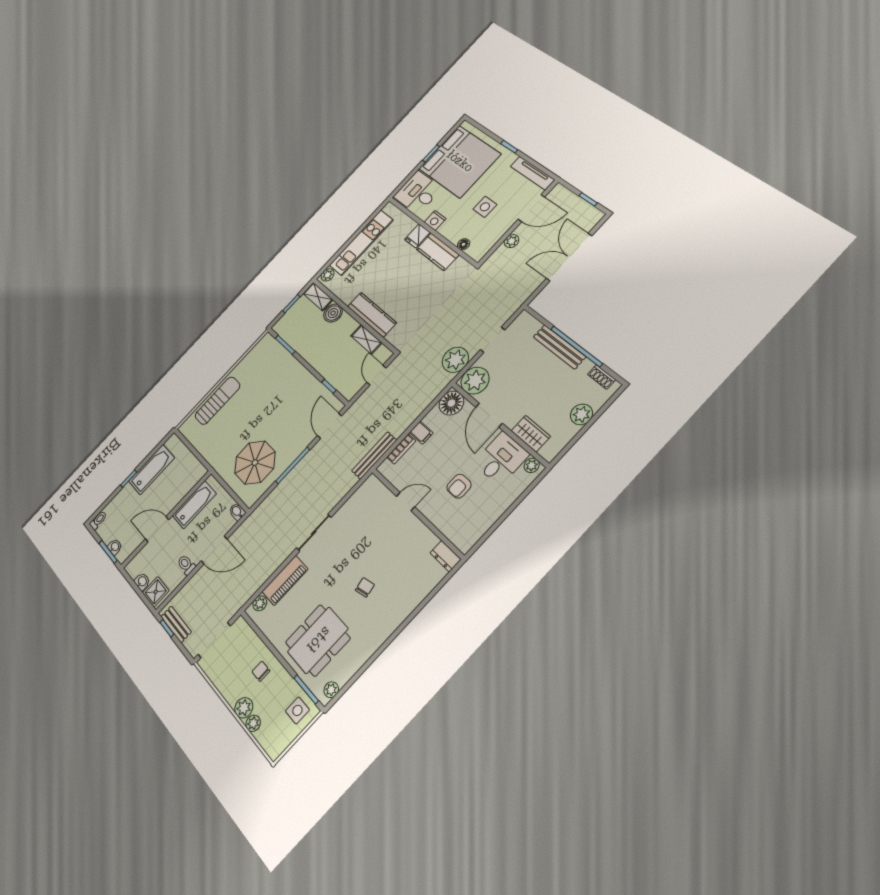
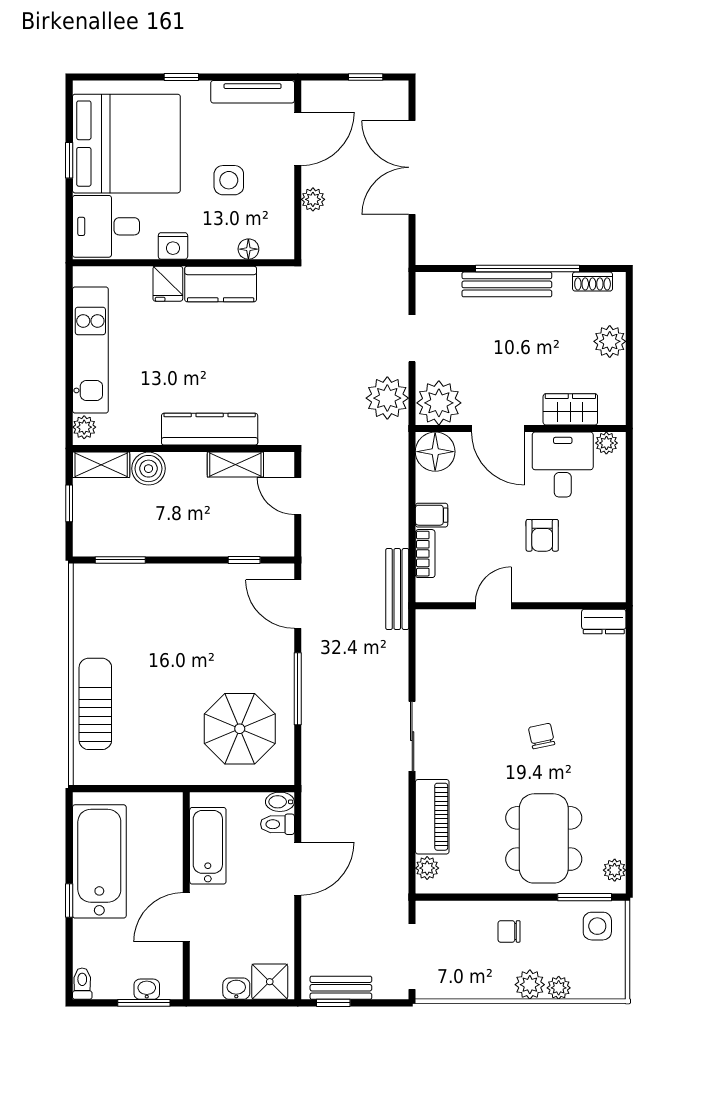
bathtub: (152, 470) -> (99, 861), width x1.36, depth x1.36
toilet: (186, 565) -> (277, 824), moved

